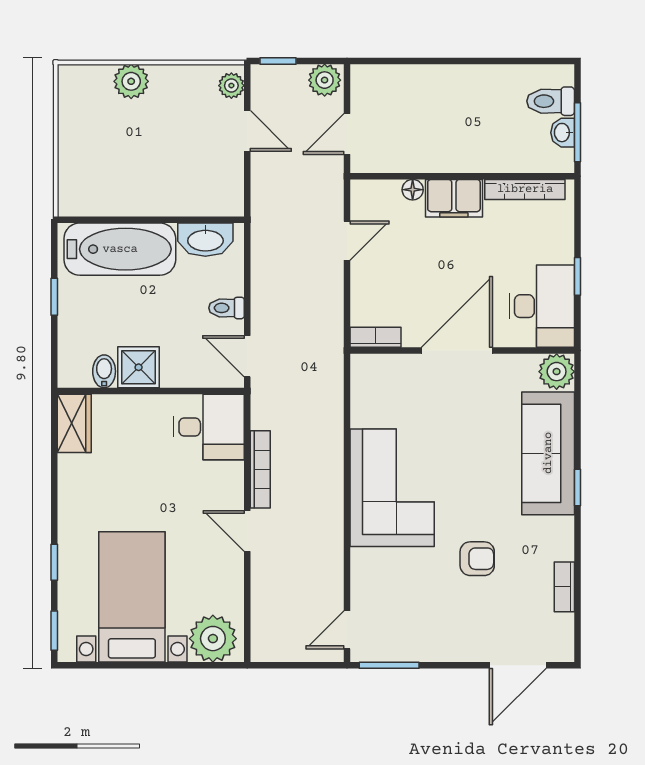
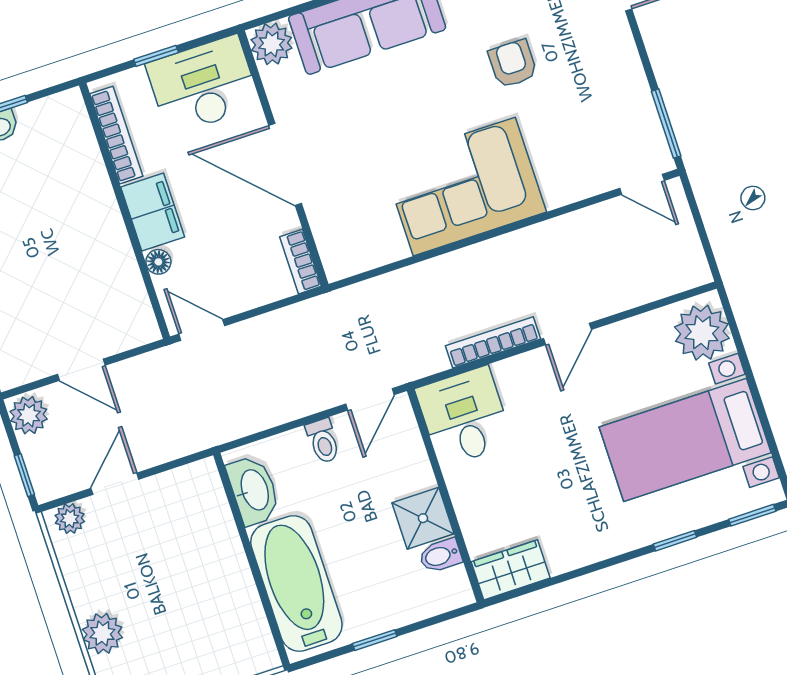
wall: (462, 176) -> (125, 211), moved
bookcase: (525, 189) -> (116, 135), moved
floor lamp: (413, 190) -> (158, 262), moved
filing cabinet: (454, 198) -> (153, 212), moved

